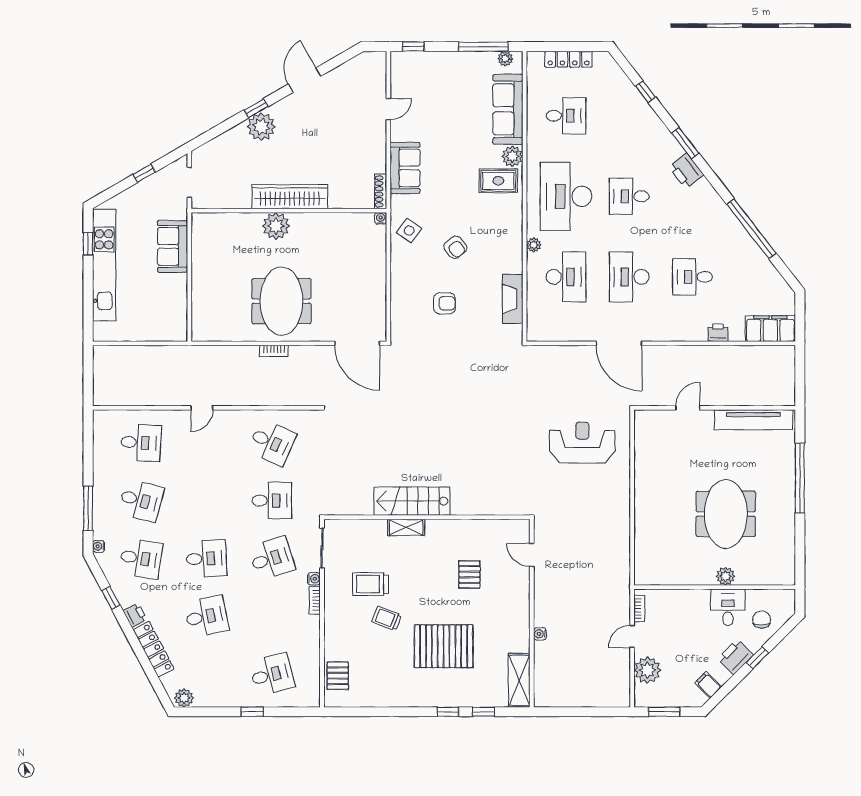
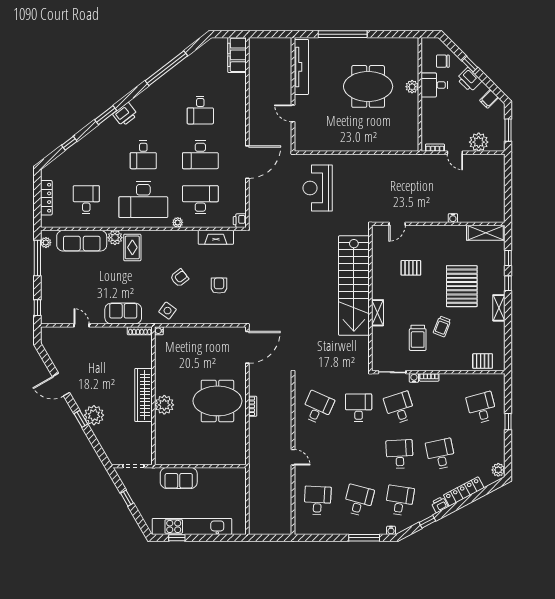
printer: (718, 333) -> (240, 221), moved
stairs: (412, 501) -> (354, 286), width x1.86, depth x1.51
shelving: (413, 699) -> (499, 308), added

